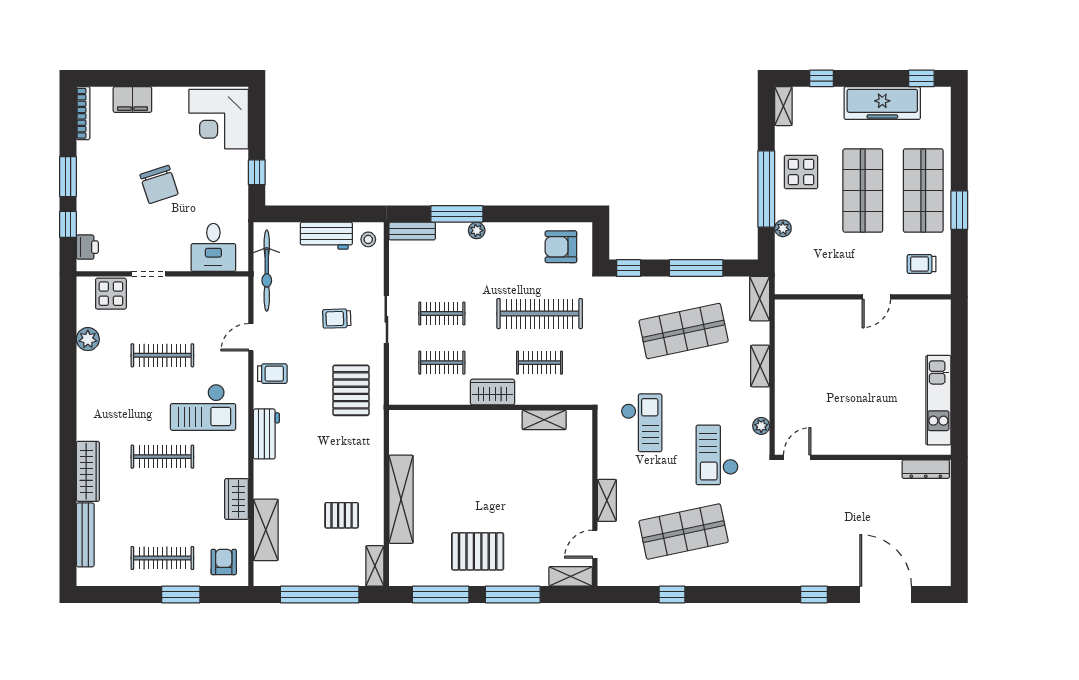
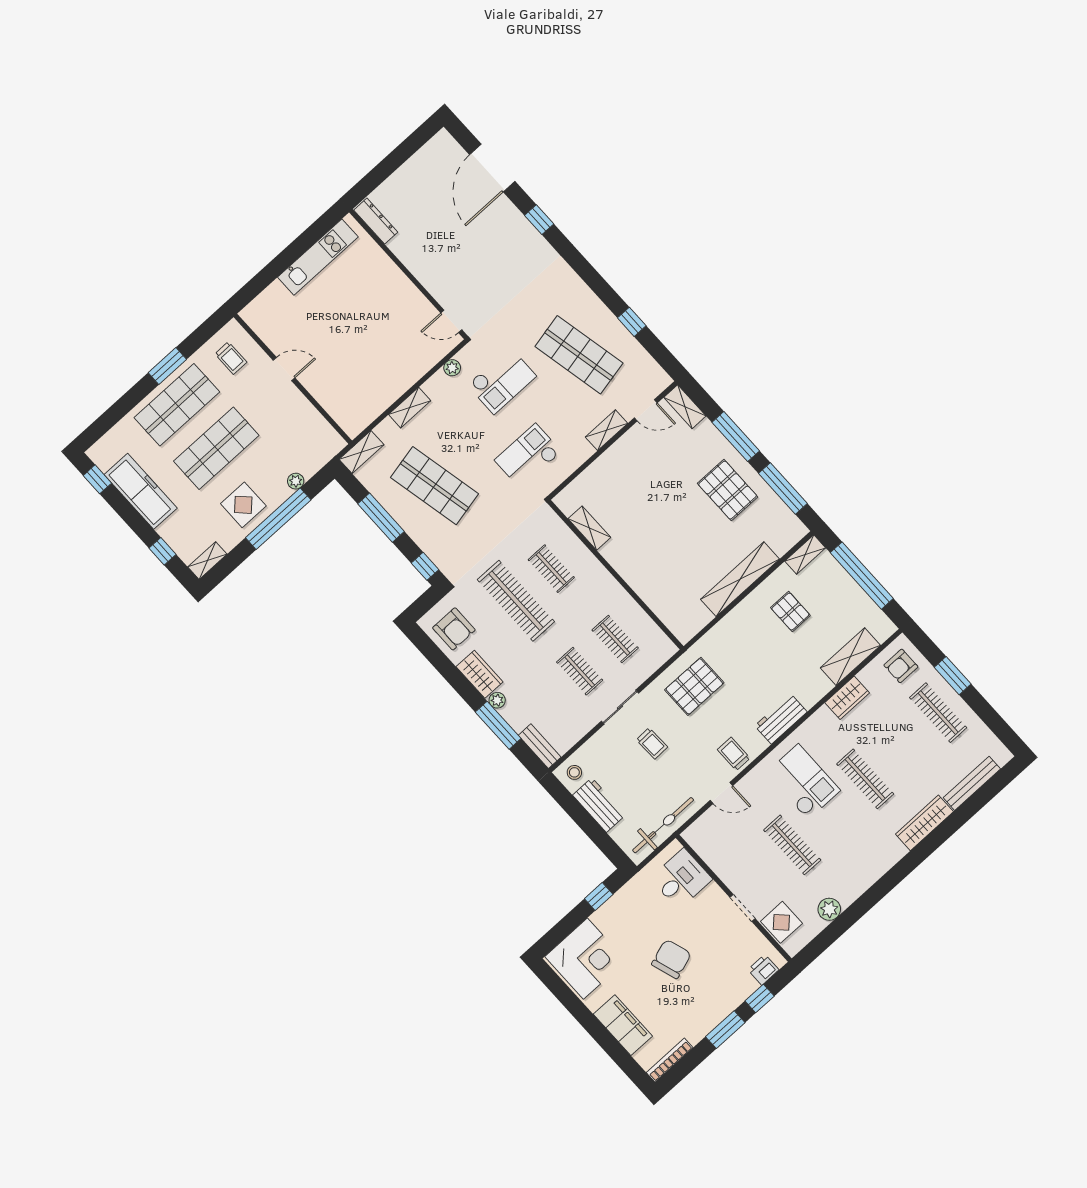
filing cabinet: (132, 100) -> (623, 1025), width x1.50, depth x1.17
wardrobe: (493, 392) -> (480, 674), moved, turned 180

